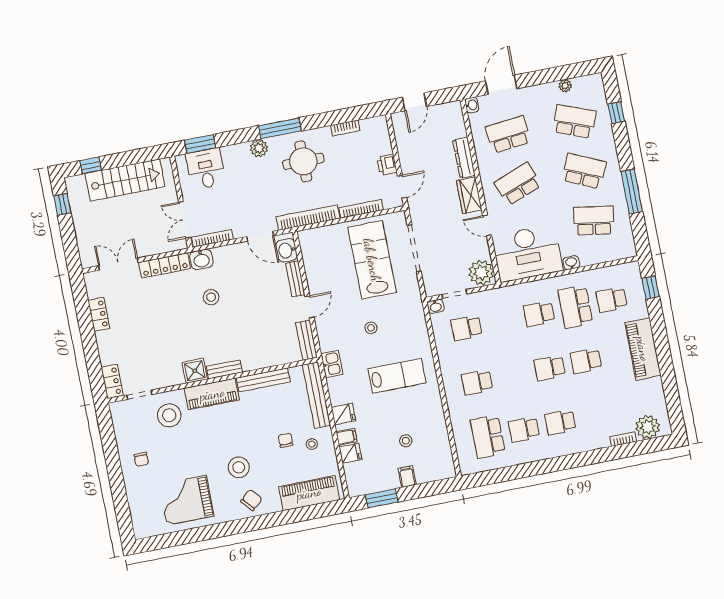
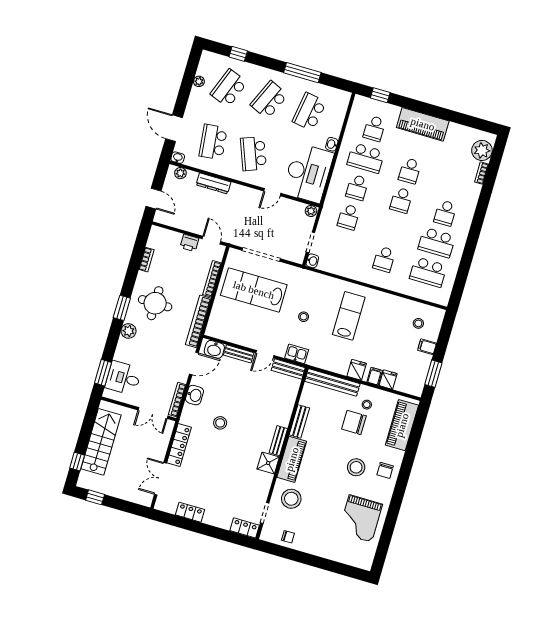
plant: (457, 117) -> (180, 173), added
window: (280, 128) -> (122, 308), width x0.69
wardrobe: (469, 195) -> (243, 194), removed
washbasin: (201, 259) -> (195, 395), moved
plant: (481, 273) -> (311, 211), width x0.53, depth x0.53
door: (309, 307) -> (265, 354), swing flipped
school desk: (466, 328) -> (349, 217), moved
kitchen sink: (332, 364) -> (297, 354), moved
bench: (263, 380) -> (299, 421), width x0.73
school desk: (524, 429) -> (437, 243), width x1.85
chair: (286, 440) -> (354, 422), width x1.87, depth x1.87
stool: (406, 441) -> (418, 323), moved
chair: (141, 459) -> (288, 537), moved
chair: (251, 500) -> (385, 470), turned -139

